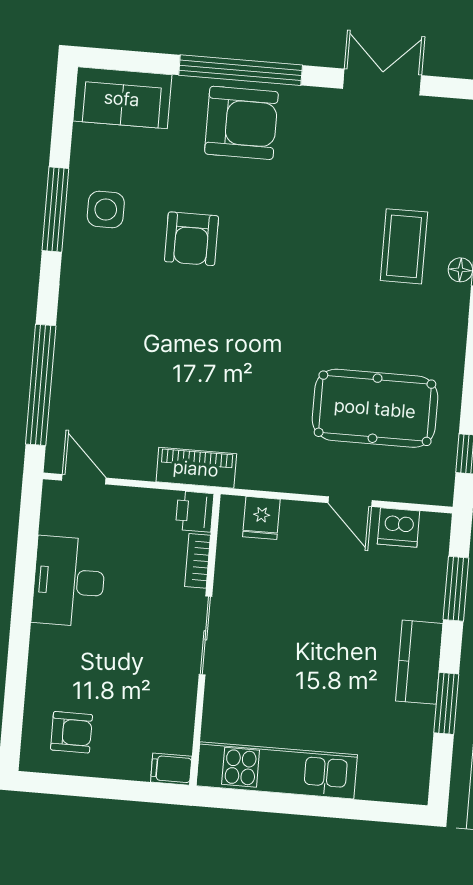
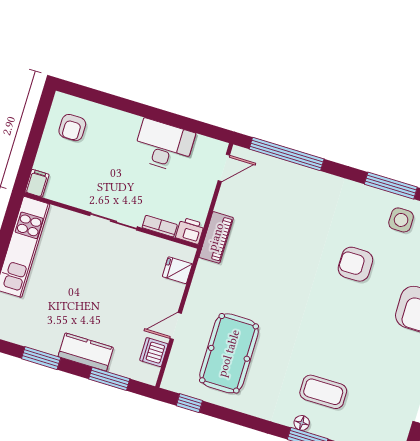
side table: (106, 209) -> (401, 220), moved
kitchen counter: (419, 662) -> (86, 352), moved

